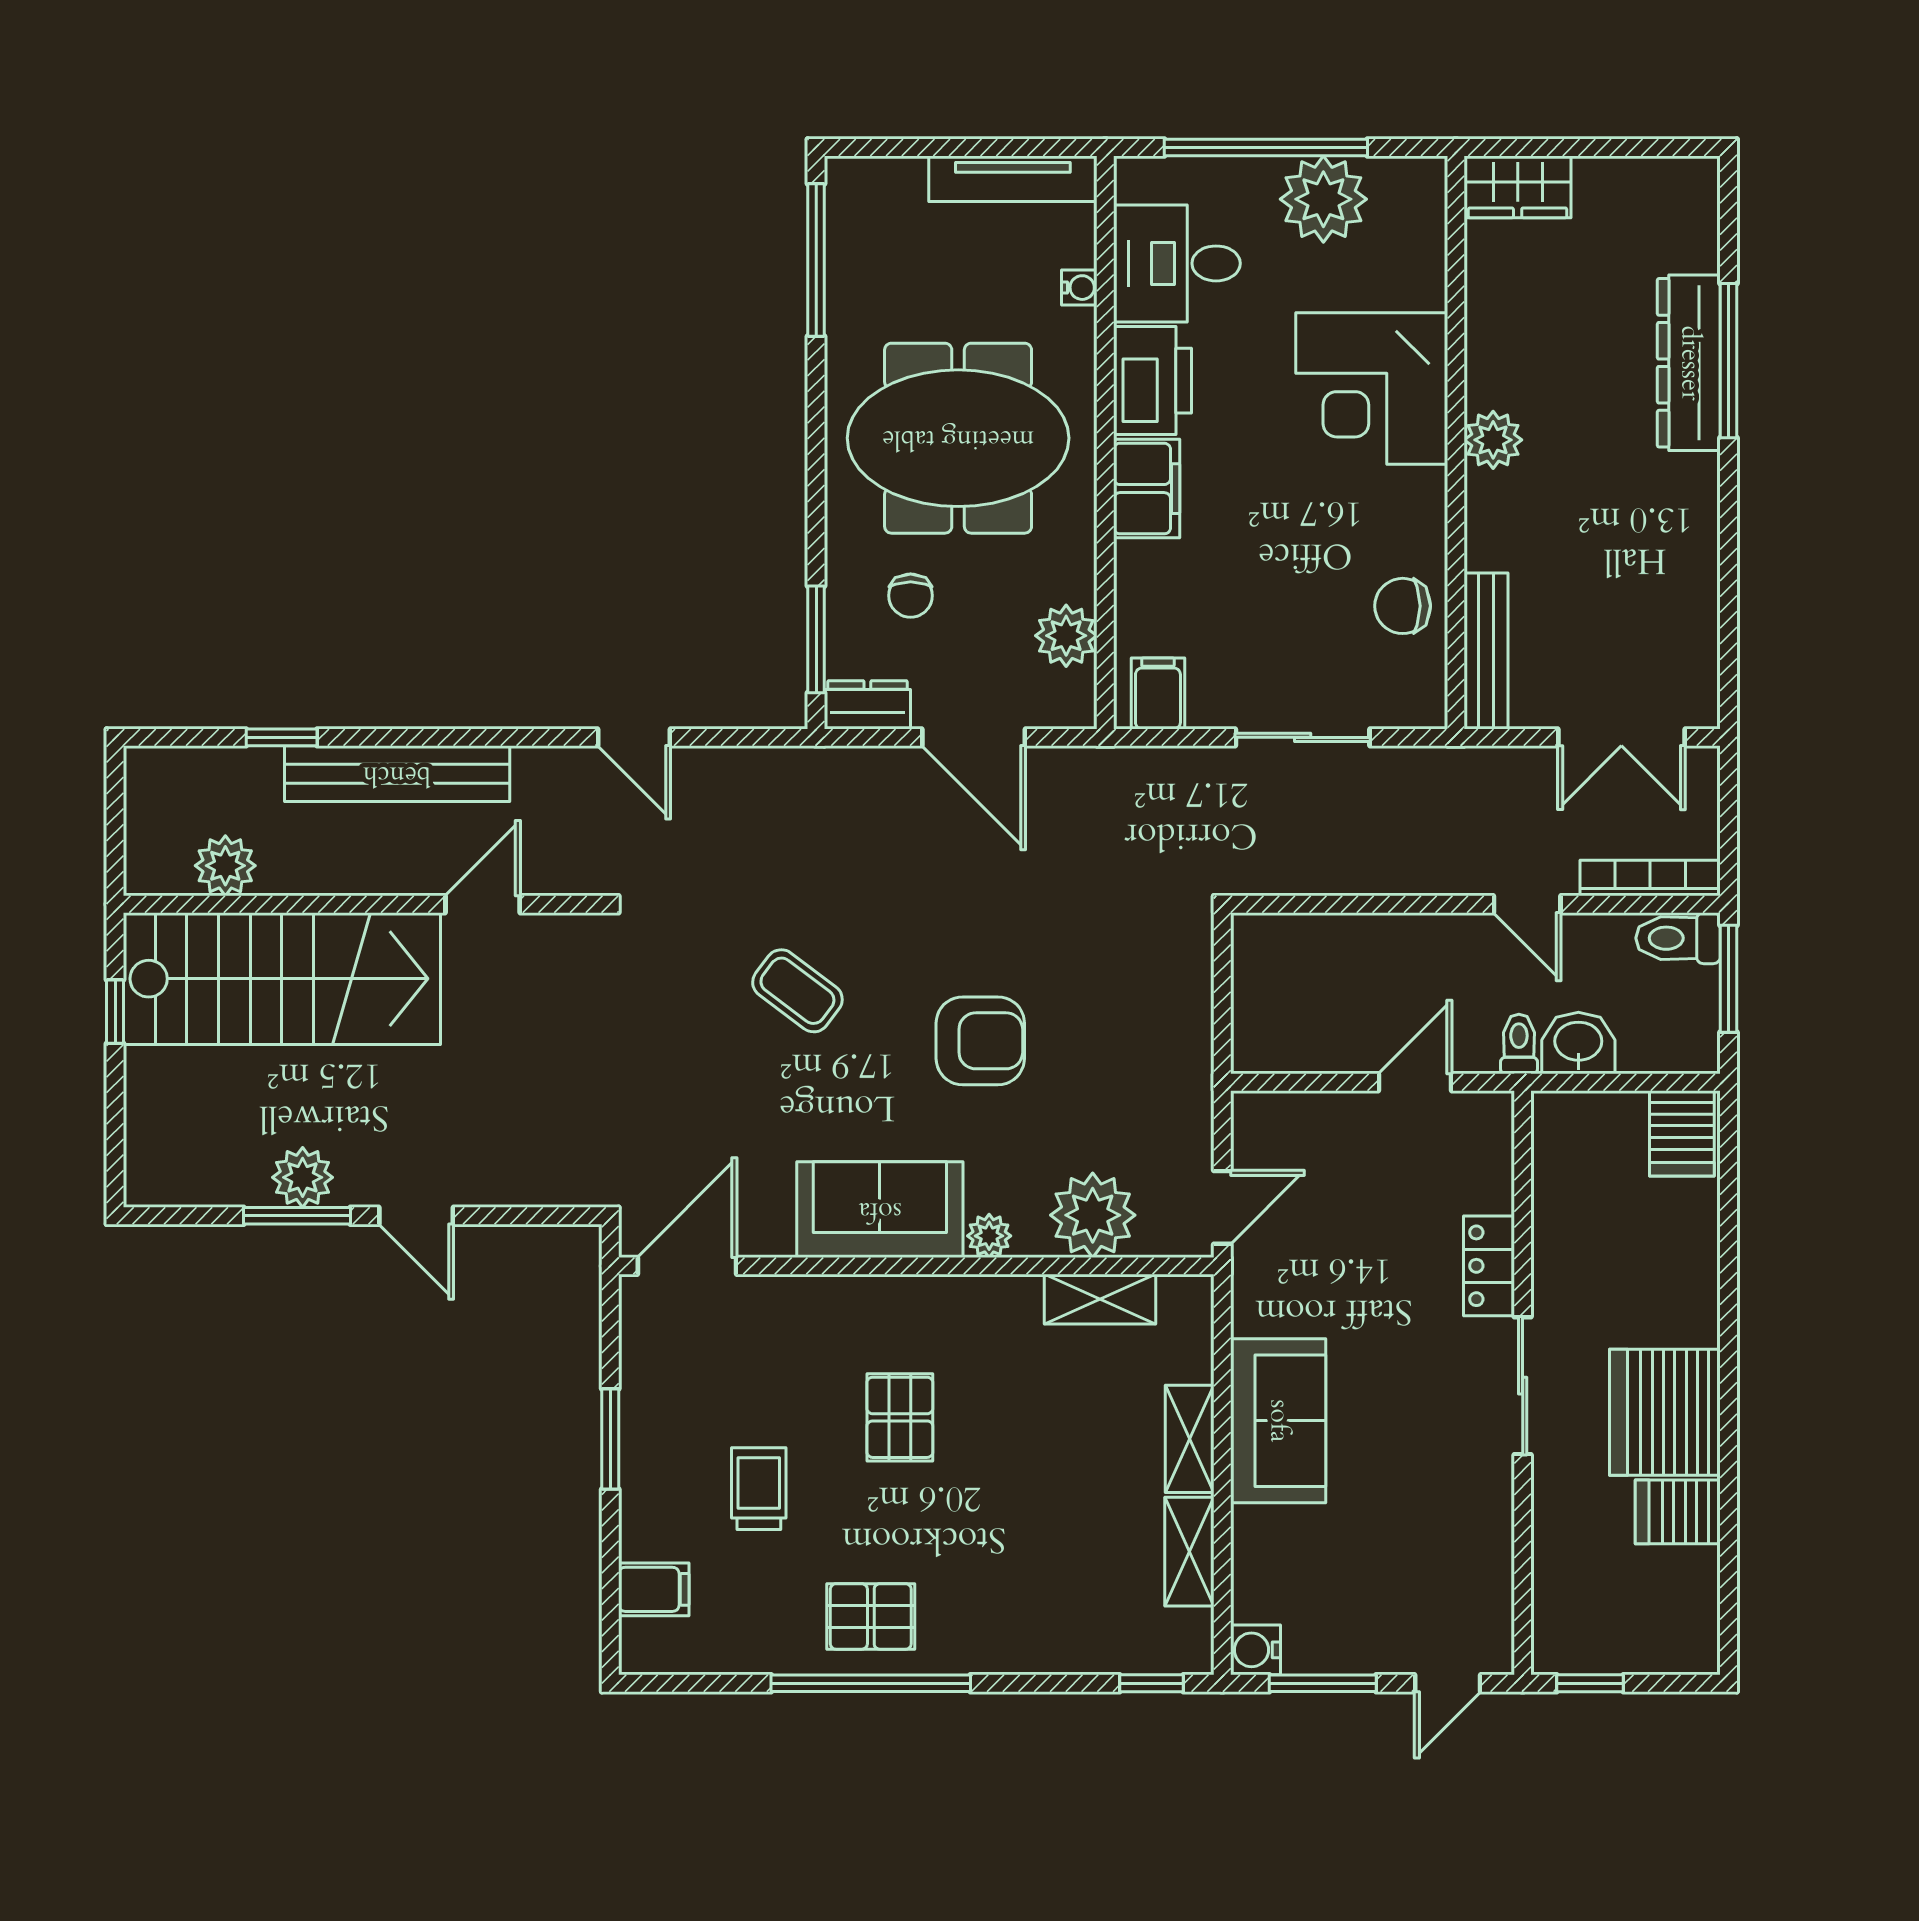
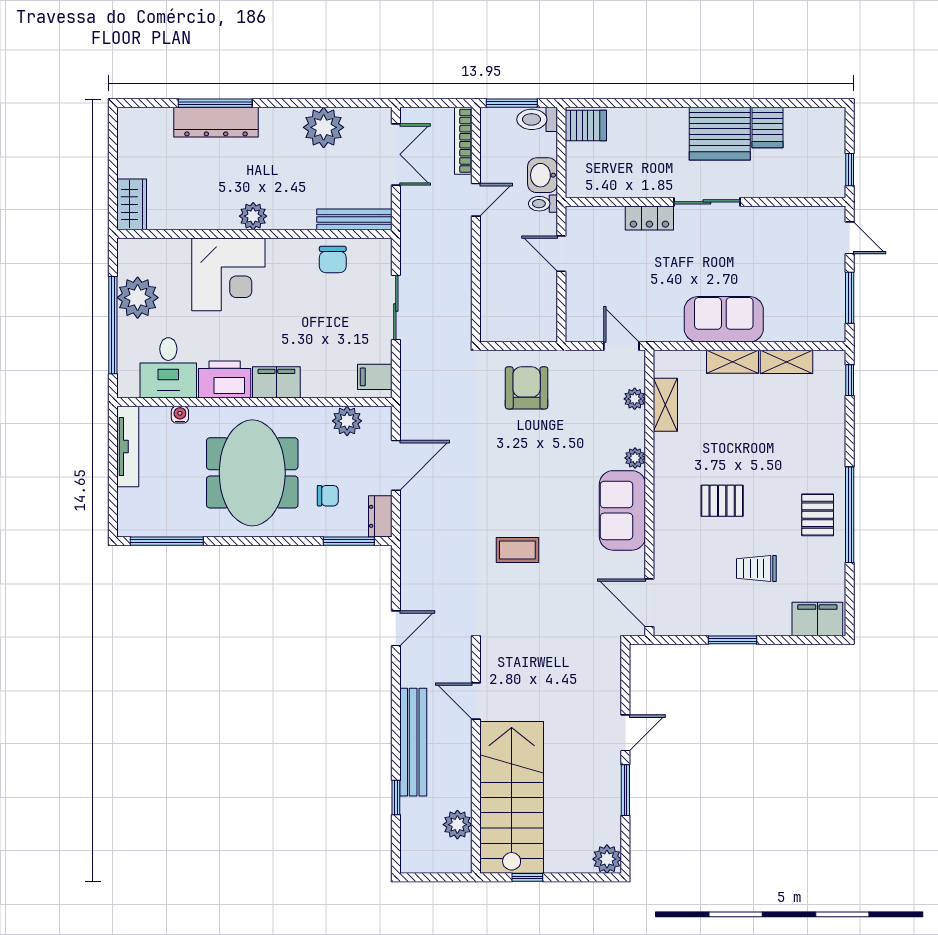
plant: (1678, 587) -> (324, 127), added
toilet: (1678, 938) -> (537, 119), moved, turned 90
coffee table: (797, 991) -> (517, 550), turned 53
armchair: (980, 1041) -> (527, 388), moved
plant: (303, 1177) -> (607, 859), moved
plant: (1093, 1215) -> (635, 399), width x0.53, depth x0.53
filing cabinet: (654, 1589) -> (817, 619), width x2.00
water cooler: (1255, 1650) -> (834, 330), removed

